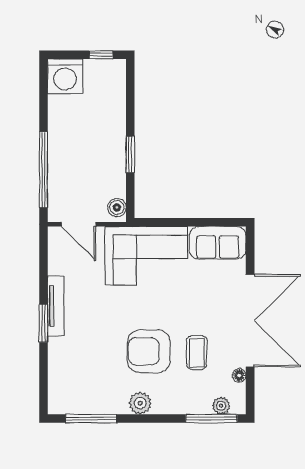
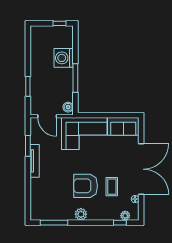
washing machine: (65, 76) -> (64, 58), moved, turned 90
window: (130, 154) -> (75, 78), width x1.44
window: (43, 170) -> (28, 86), width x0.47
window: (43, 323) -> (28, 146), moved
window: (211, 418) -> (120, 223), width x0.46

